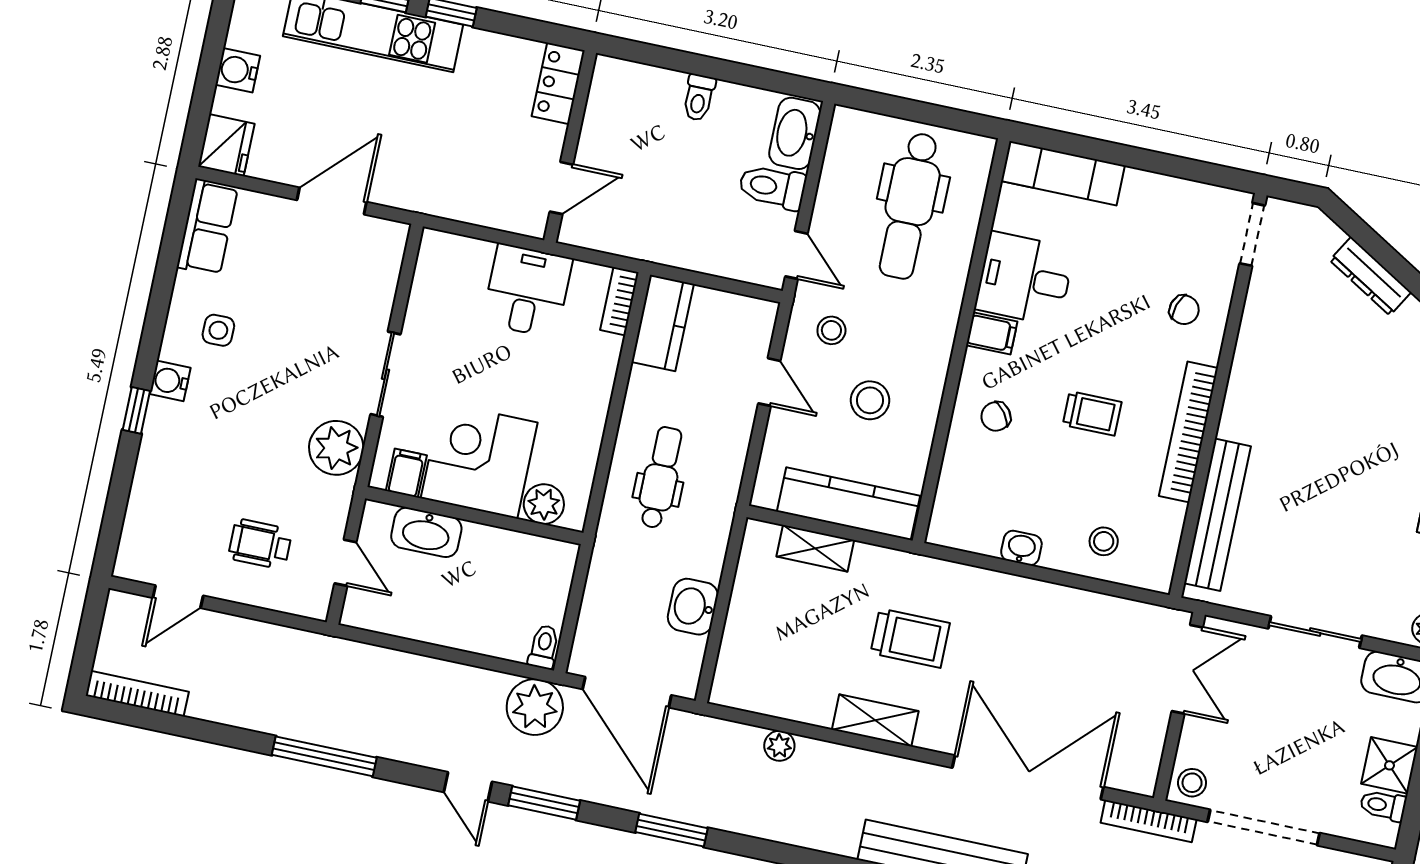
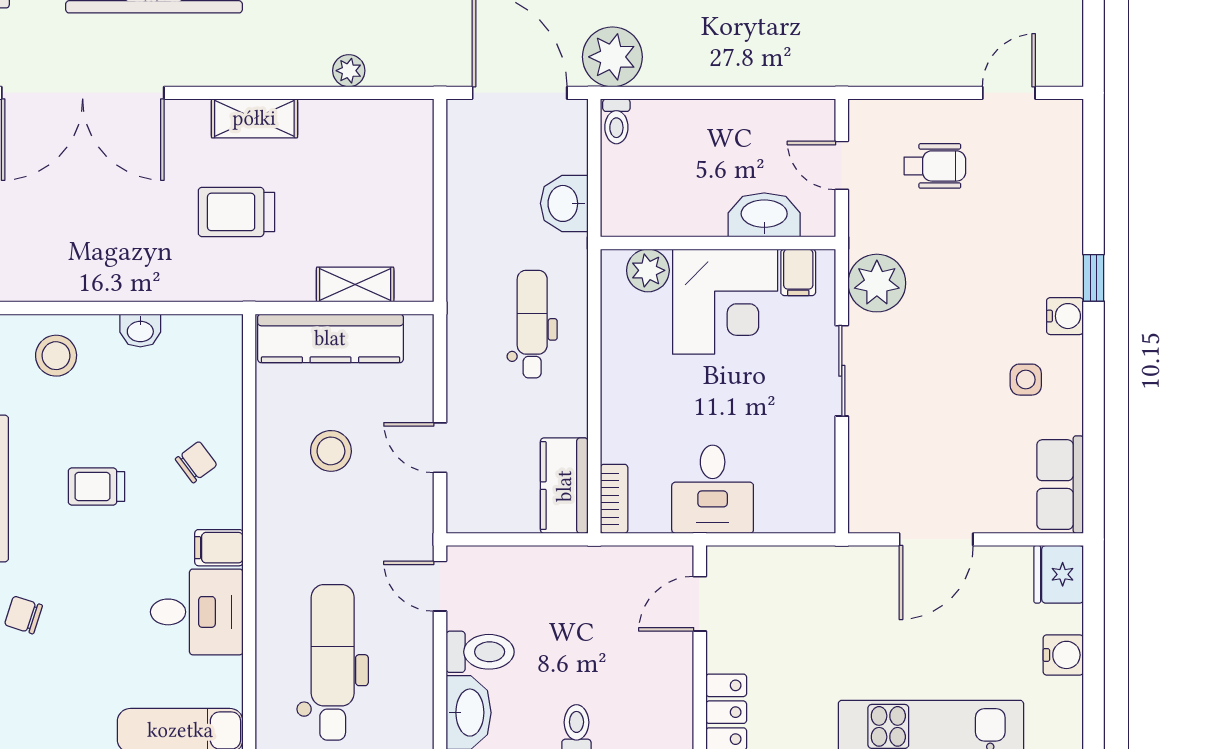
stool: (831, 330) -> (387, 515), removed
dental chair: (661, 477) -> (532, 324), turned 180
stool: (1104, 541) -> (56, 356), width x1.37, depth x1.37
washbasin: (693, 607) -> (564, 203), moved, turned 180

